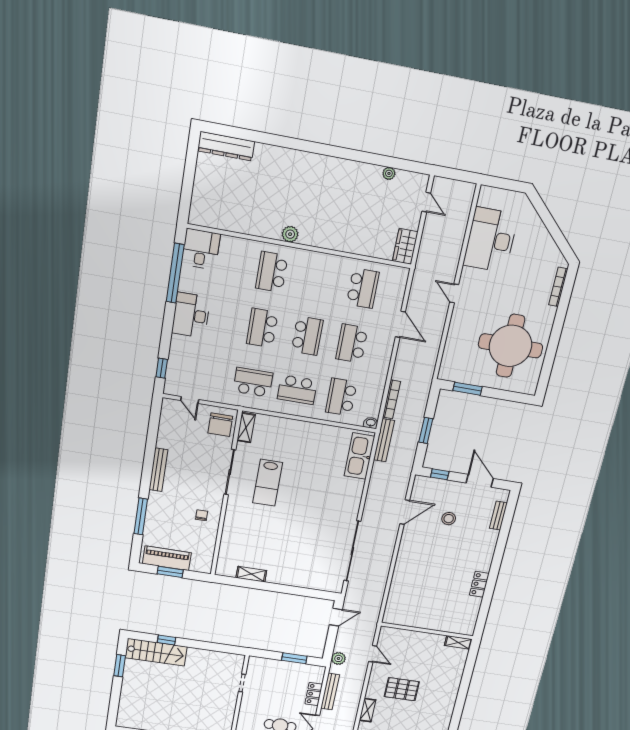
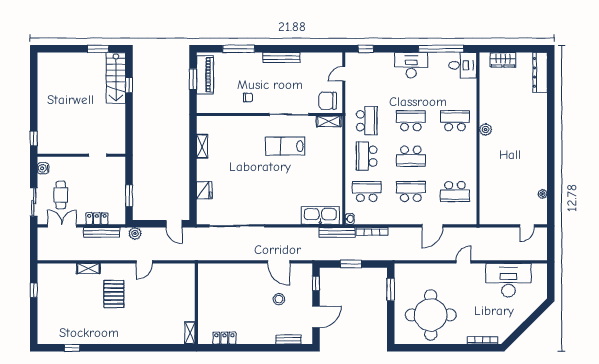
wardrobe: (405, 246) -> (503, 60), moved, turned 180
fridge: (303, 580) -> (204, 190), added
wall: (427, 631) -> (196, 304), moved
shelving: (458, 642) -> (190, 333), moved

